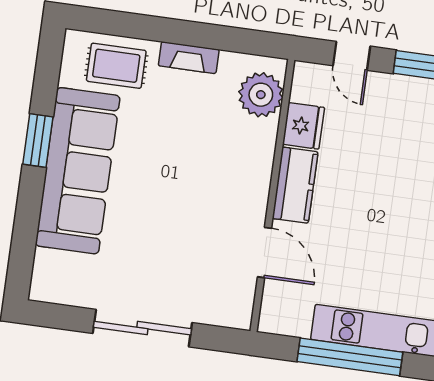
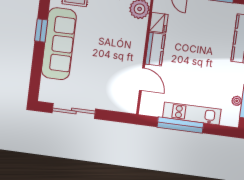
sliding door: (142, 328) -> (74, 111), moved

